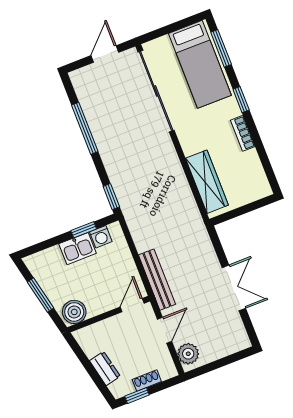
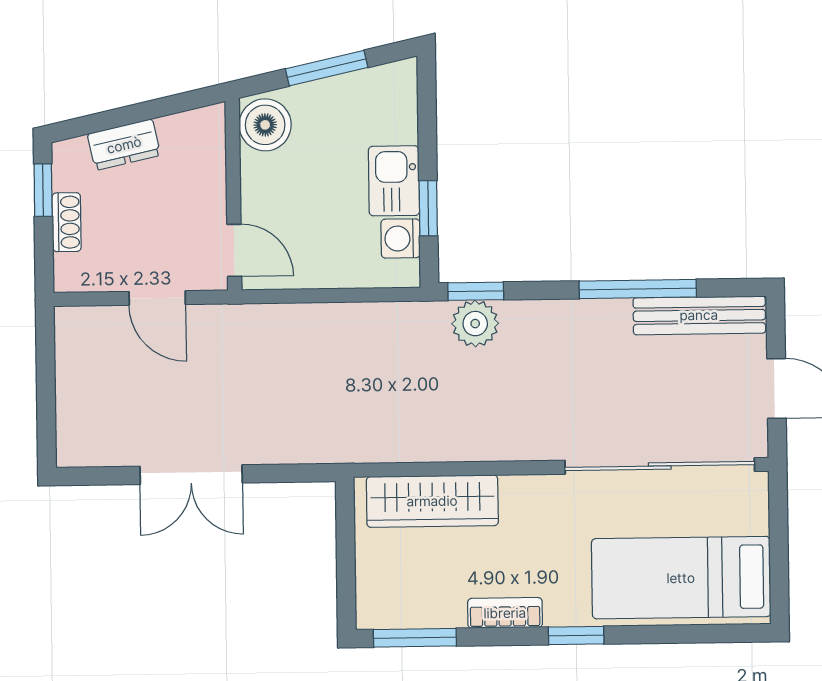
window: (221, 48) -> (415, 638), moved
bench: (157, 280) -> (699, 315), moved
plant: (188, 354) -> (475, 324), moved

